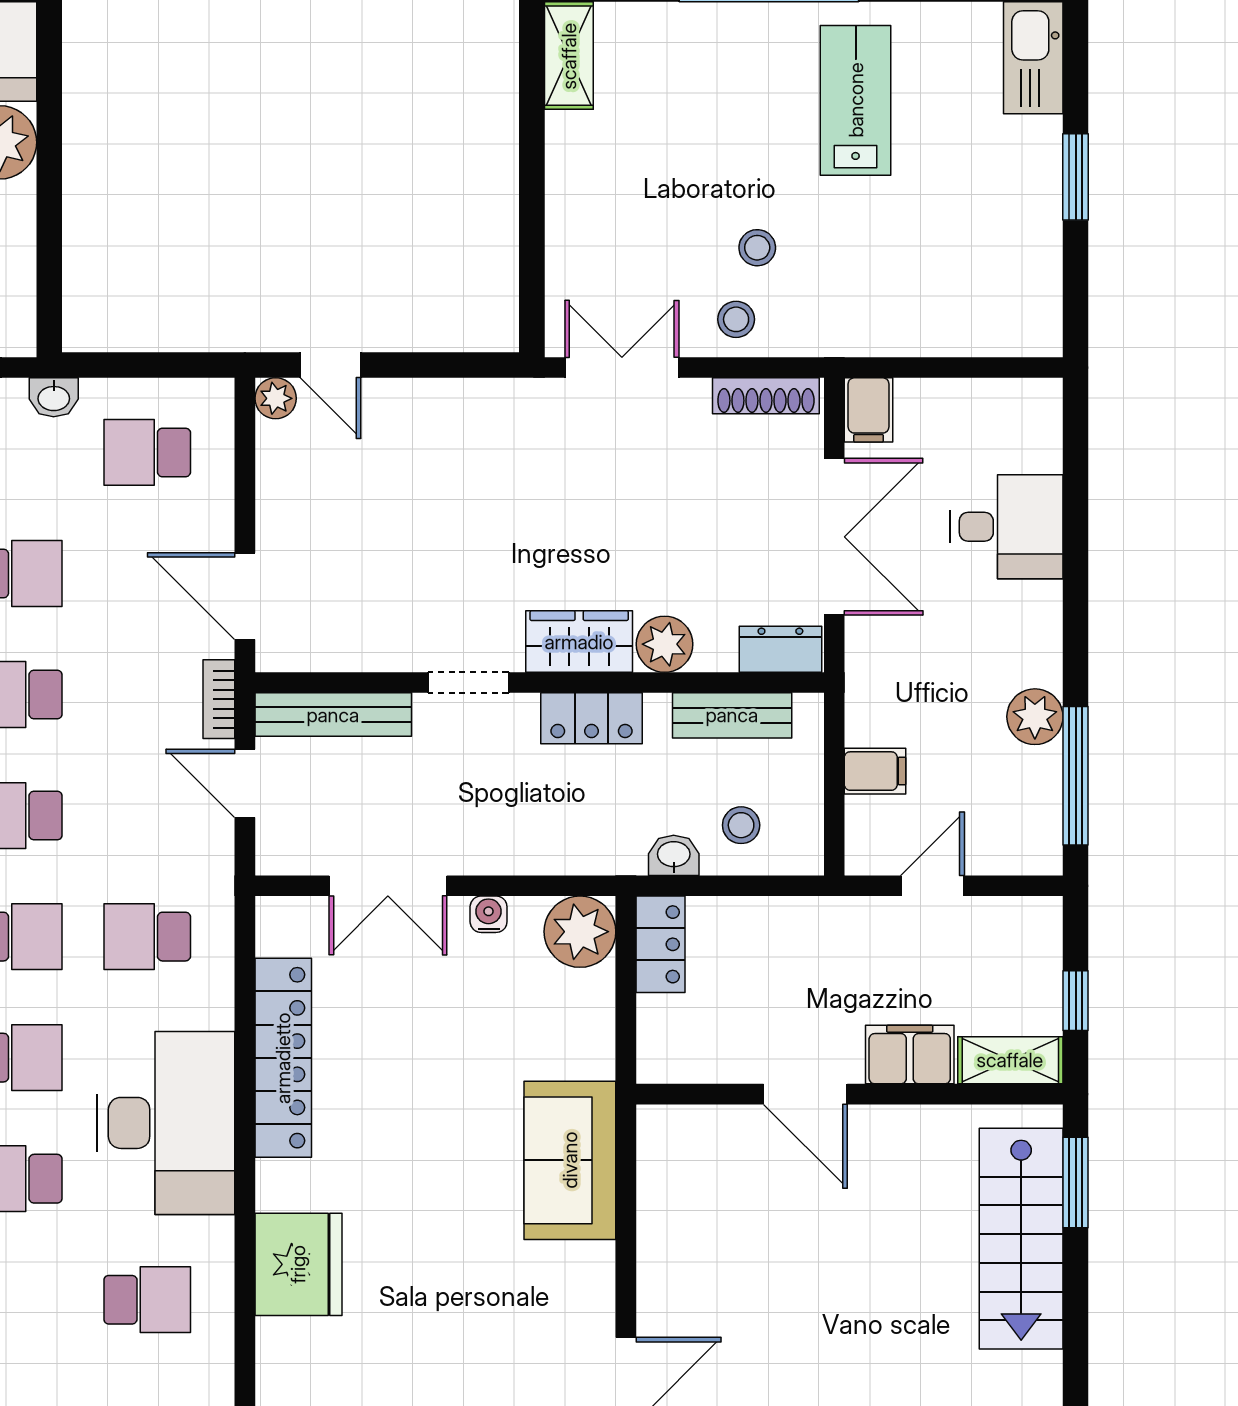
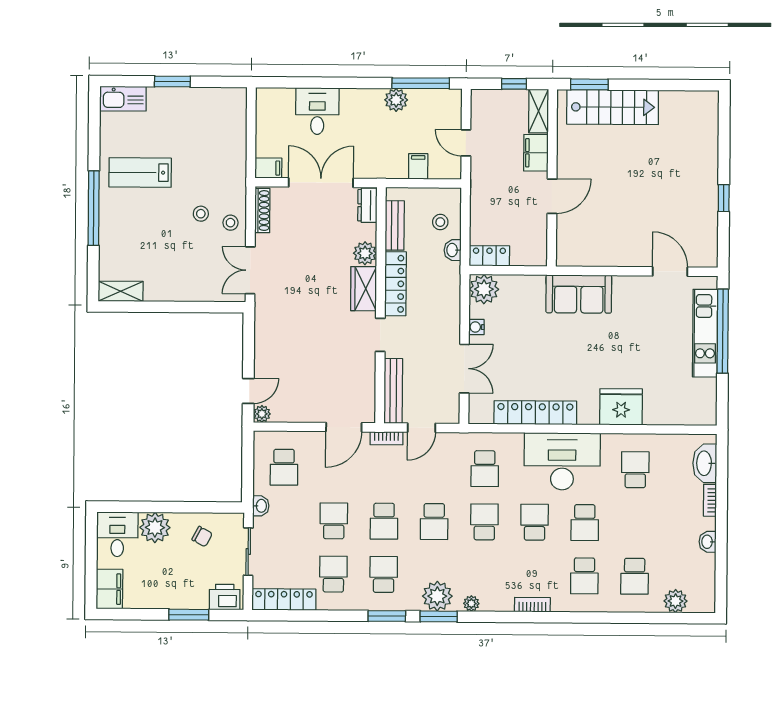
locker: (591, 718) -> (395, 284), width x1.53

